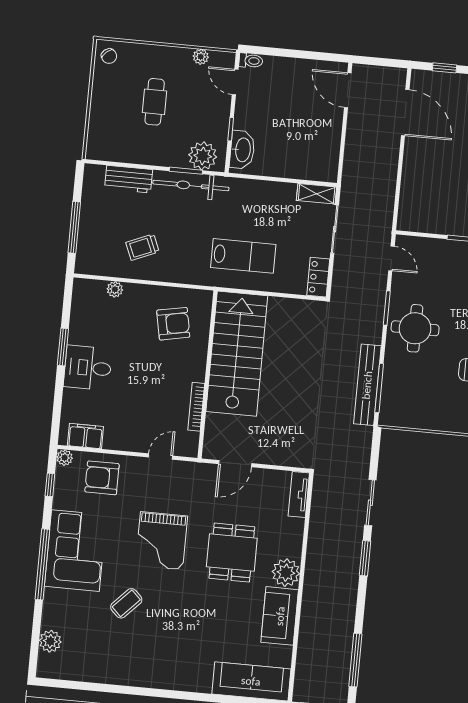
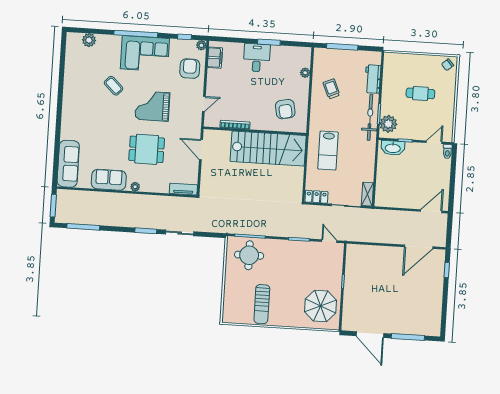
plant: (201, 57) -> (449, 121), removed
door: (391, 258) -> (329, 241), swing flipped
round table: (415, 328) -> (249, 255), moved
bench: (367, 385) -> (252, 229), removed
door: (160, 457) -> (204, 104), hinge flipped
plant: (286, 573) -> (135, 187), width x0.53, depth x0.53

